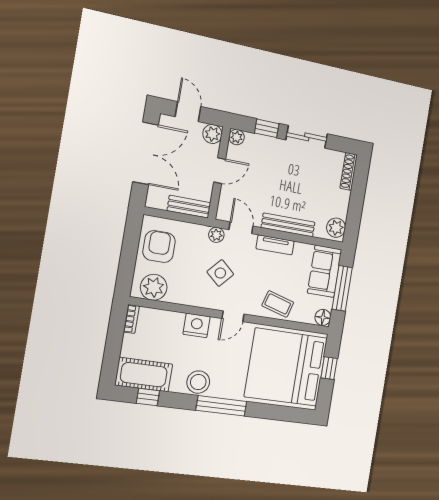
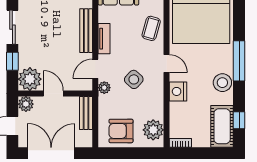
plant: (237, 137) -> (30, 79), width x1.87, depth x1.87

